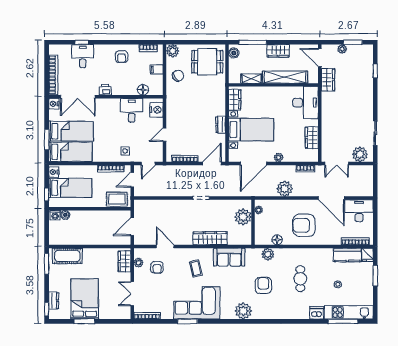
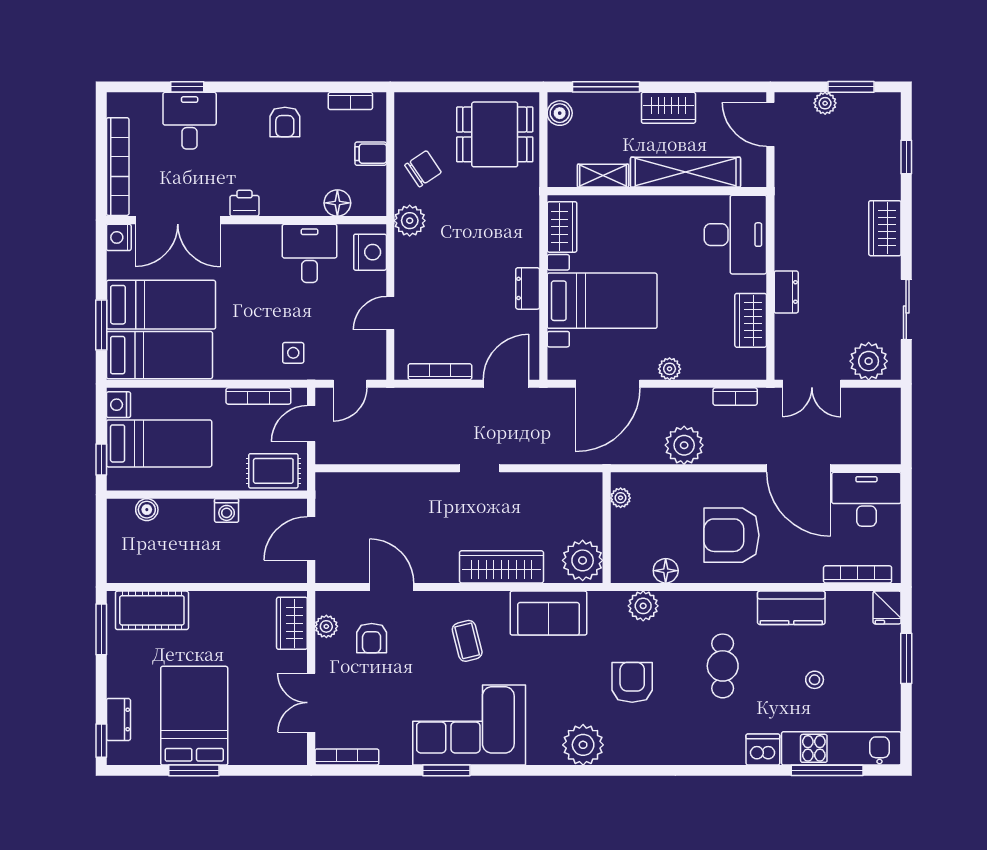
plant: (173, 51) -> (410, 221), moved
wardrobe: (328, 80) -> (885, 228), moved, turned 180
dresser: (326, 126) -> (786, 292), added
washing machine: (55, 215) -> (227, 511), moved
plant: (243, 217) -> (583, 560), moved
kitchen counter: (347, 255) -> (791, 608), moved

